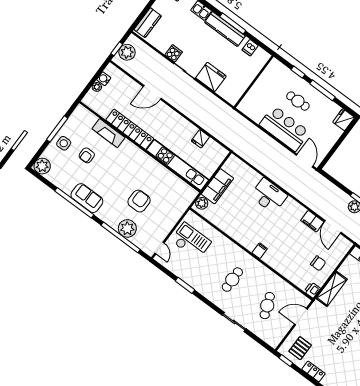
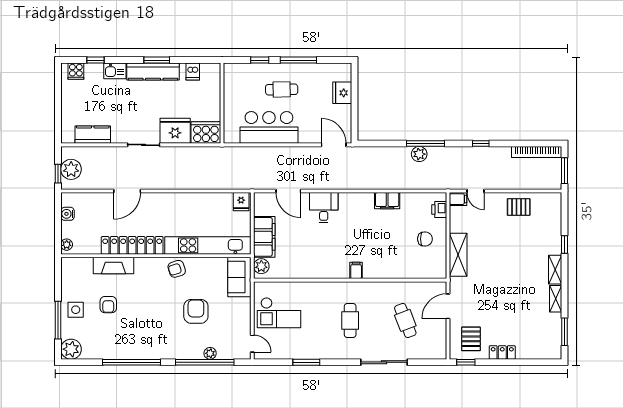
kitchen counter: (148, 23) -> (93, 135), moved, turned -90
window: (233, 24) -> (157, 60), width x0.69
cooker: (174, 53) -> (206, 133), moved, width x1.87, depth x1.31
plant: (97, 87) -> (67, 245), moved
fridge: (344, 120) -> (342, 93), moved
bar counter: (284, 128) -> (269, 127), moved
window: (57, 129) -> (58, 320), moved
fridge: (200, 139) -> (241, 202), moved
armchair: (147, 165) -> (177, 269), added
desk: (269, 196) -> (324, 208), width x0.73
sofa: (87, 198) -> (239, 277), moved, turned -90
door: (333, 227) -> (288, 191), moved
plant: (127, 228) -> (210, 353), width x0.53, depth x0.53
checkout: (191, 241) -> (279, 313), turned 180
printer: (312, 290) -> (439, 210), moved
sliding door: (234, 322) -> (384, 362), width x1.37

